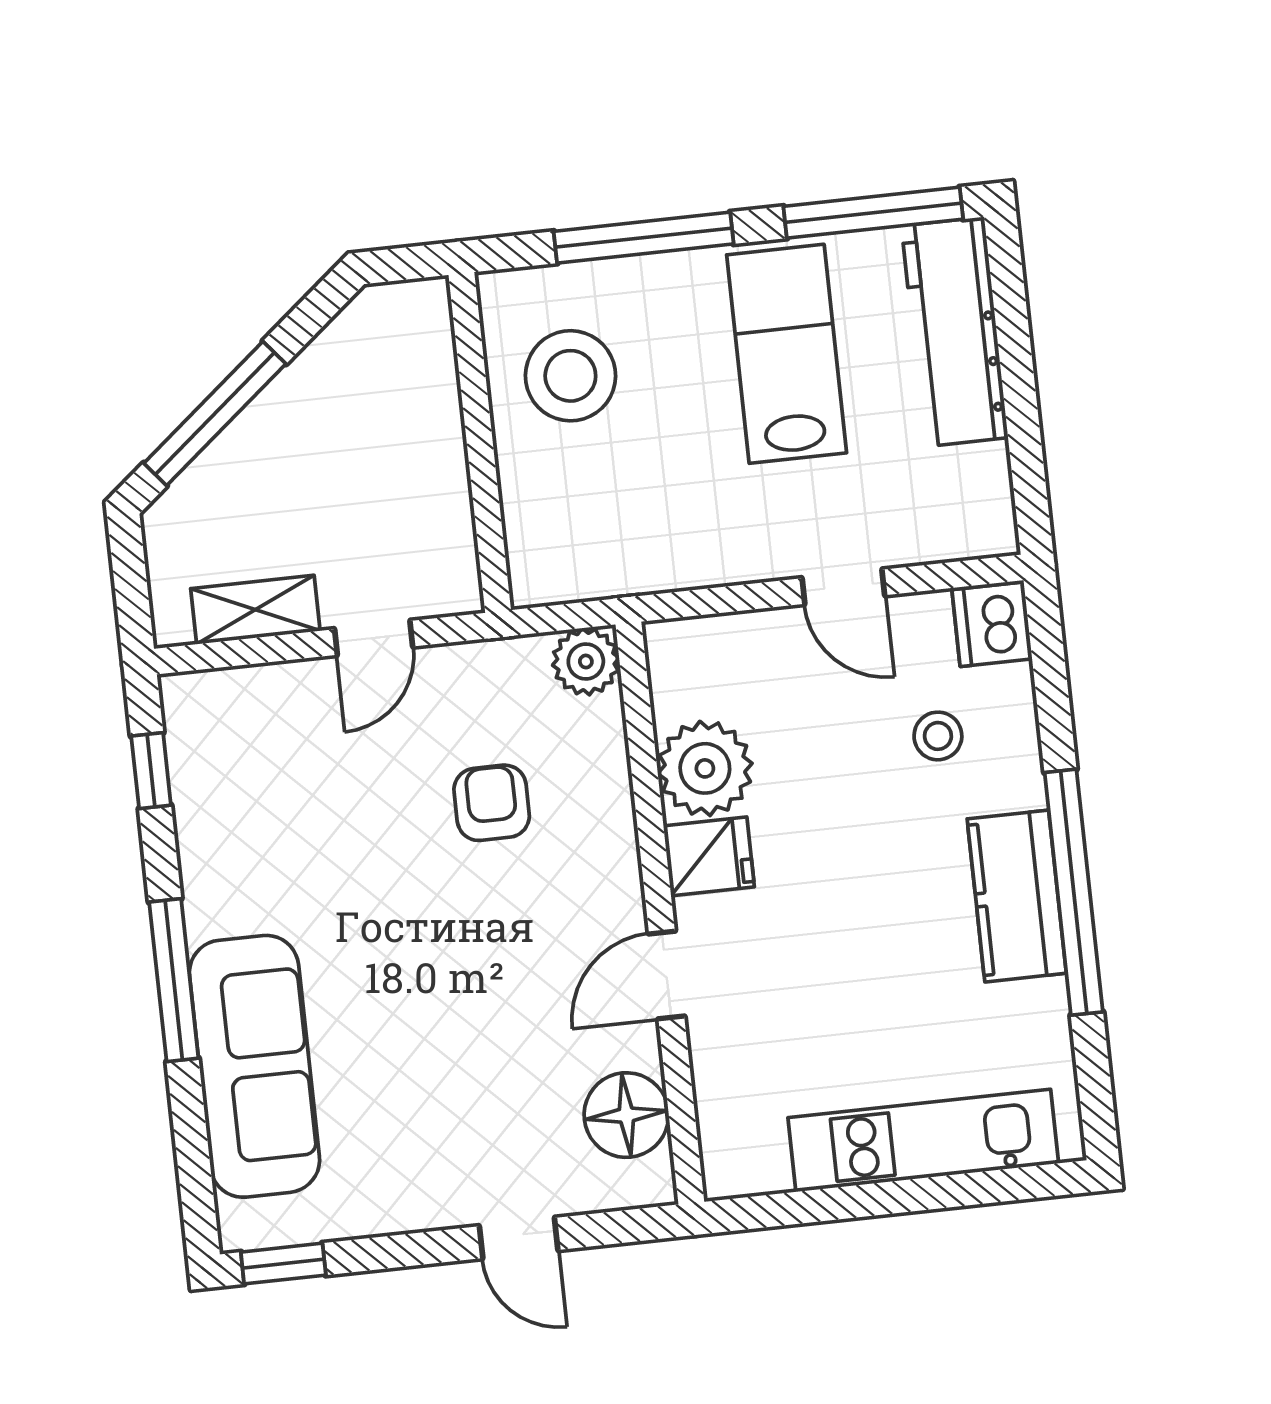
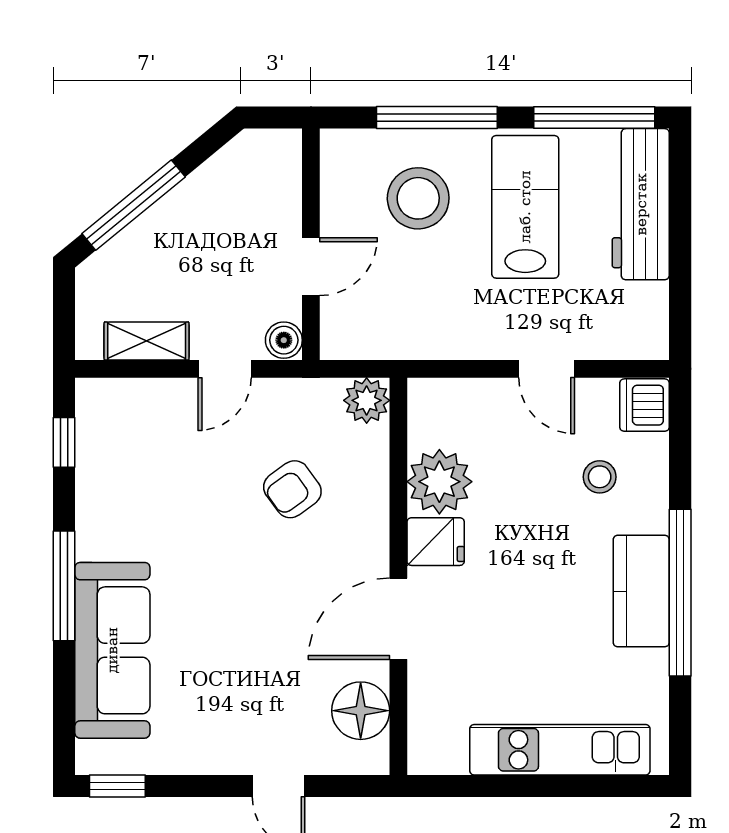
stool: (570, 376) -> (418, 198), moved
door: (483, 475) -> (311, 267), added
boiler: (456, 587) -> (284, 340), added
armchair: (492, 803) -> (292, 489), turned -126
door: (667, 975) -> (398, 619), width x1.38

